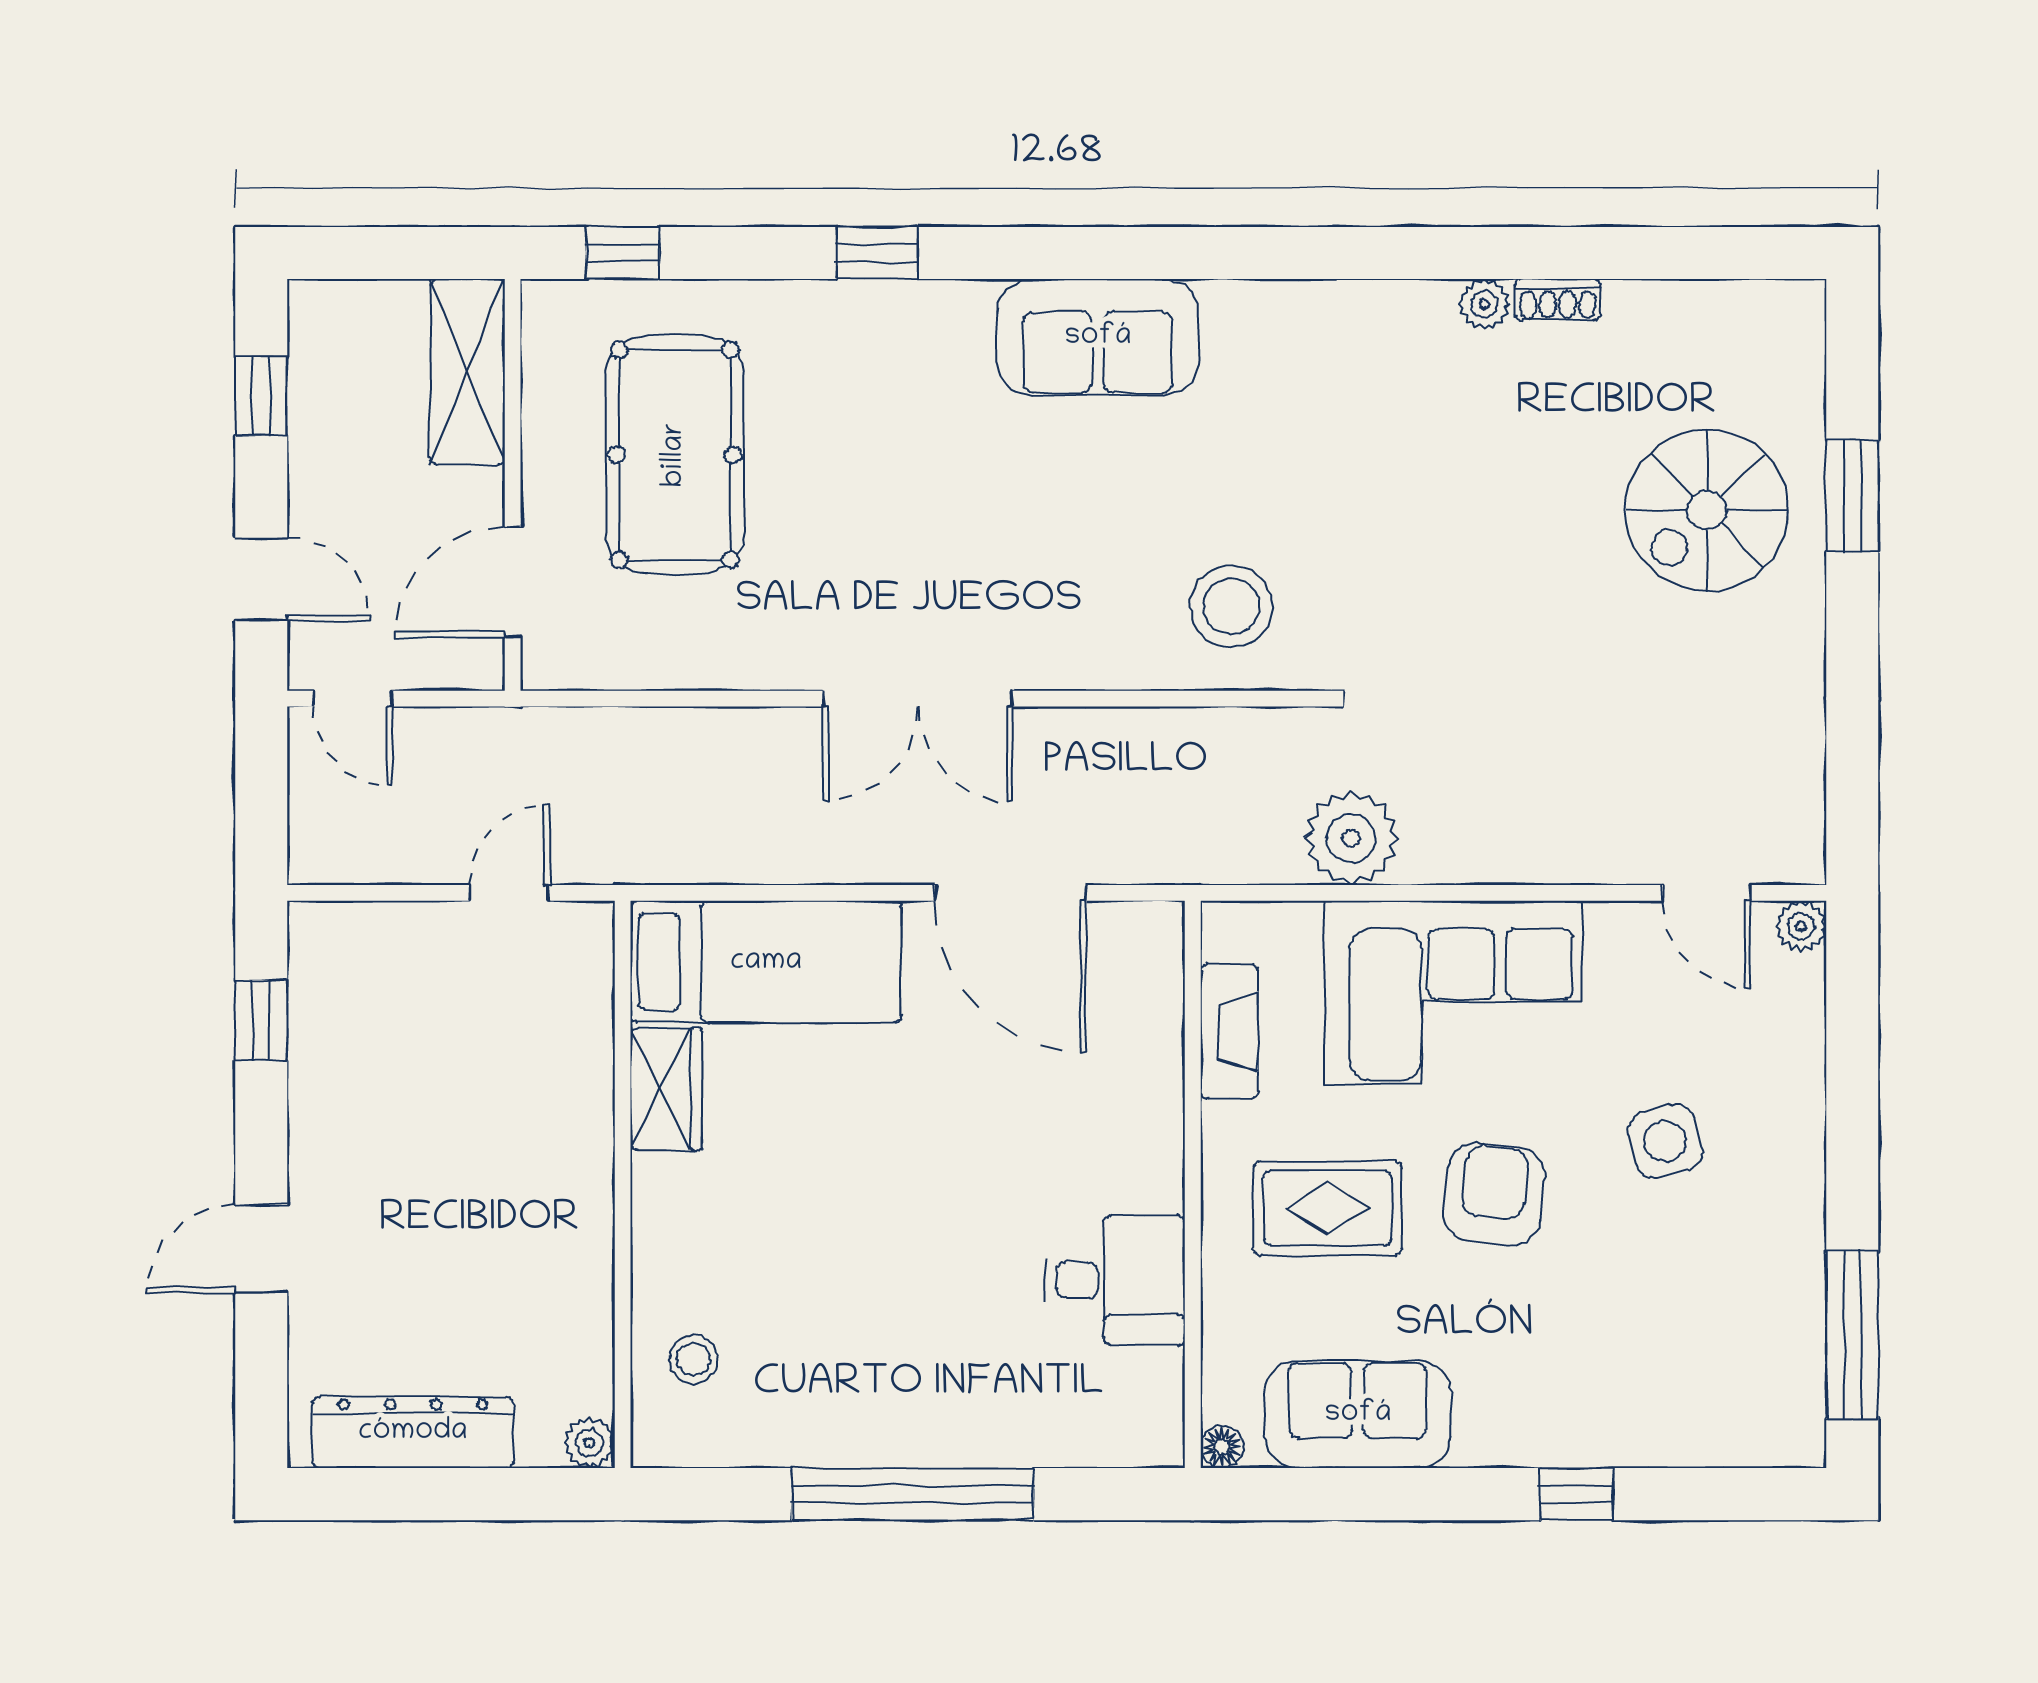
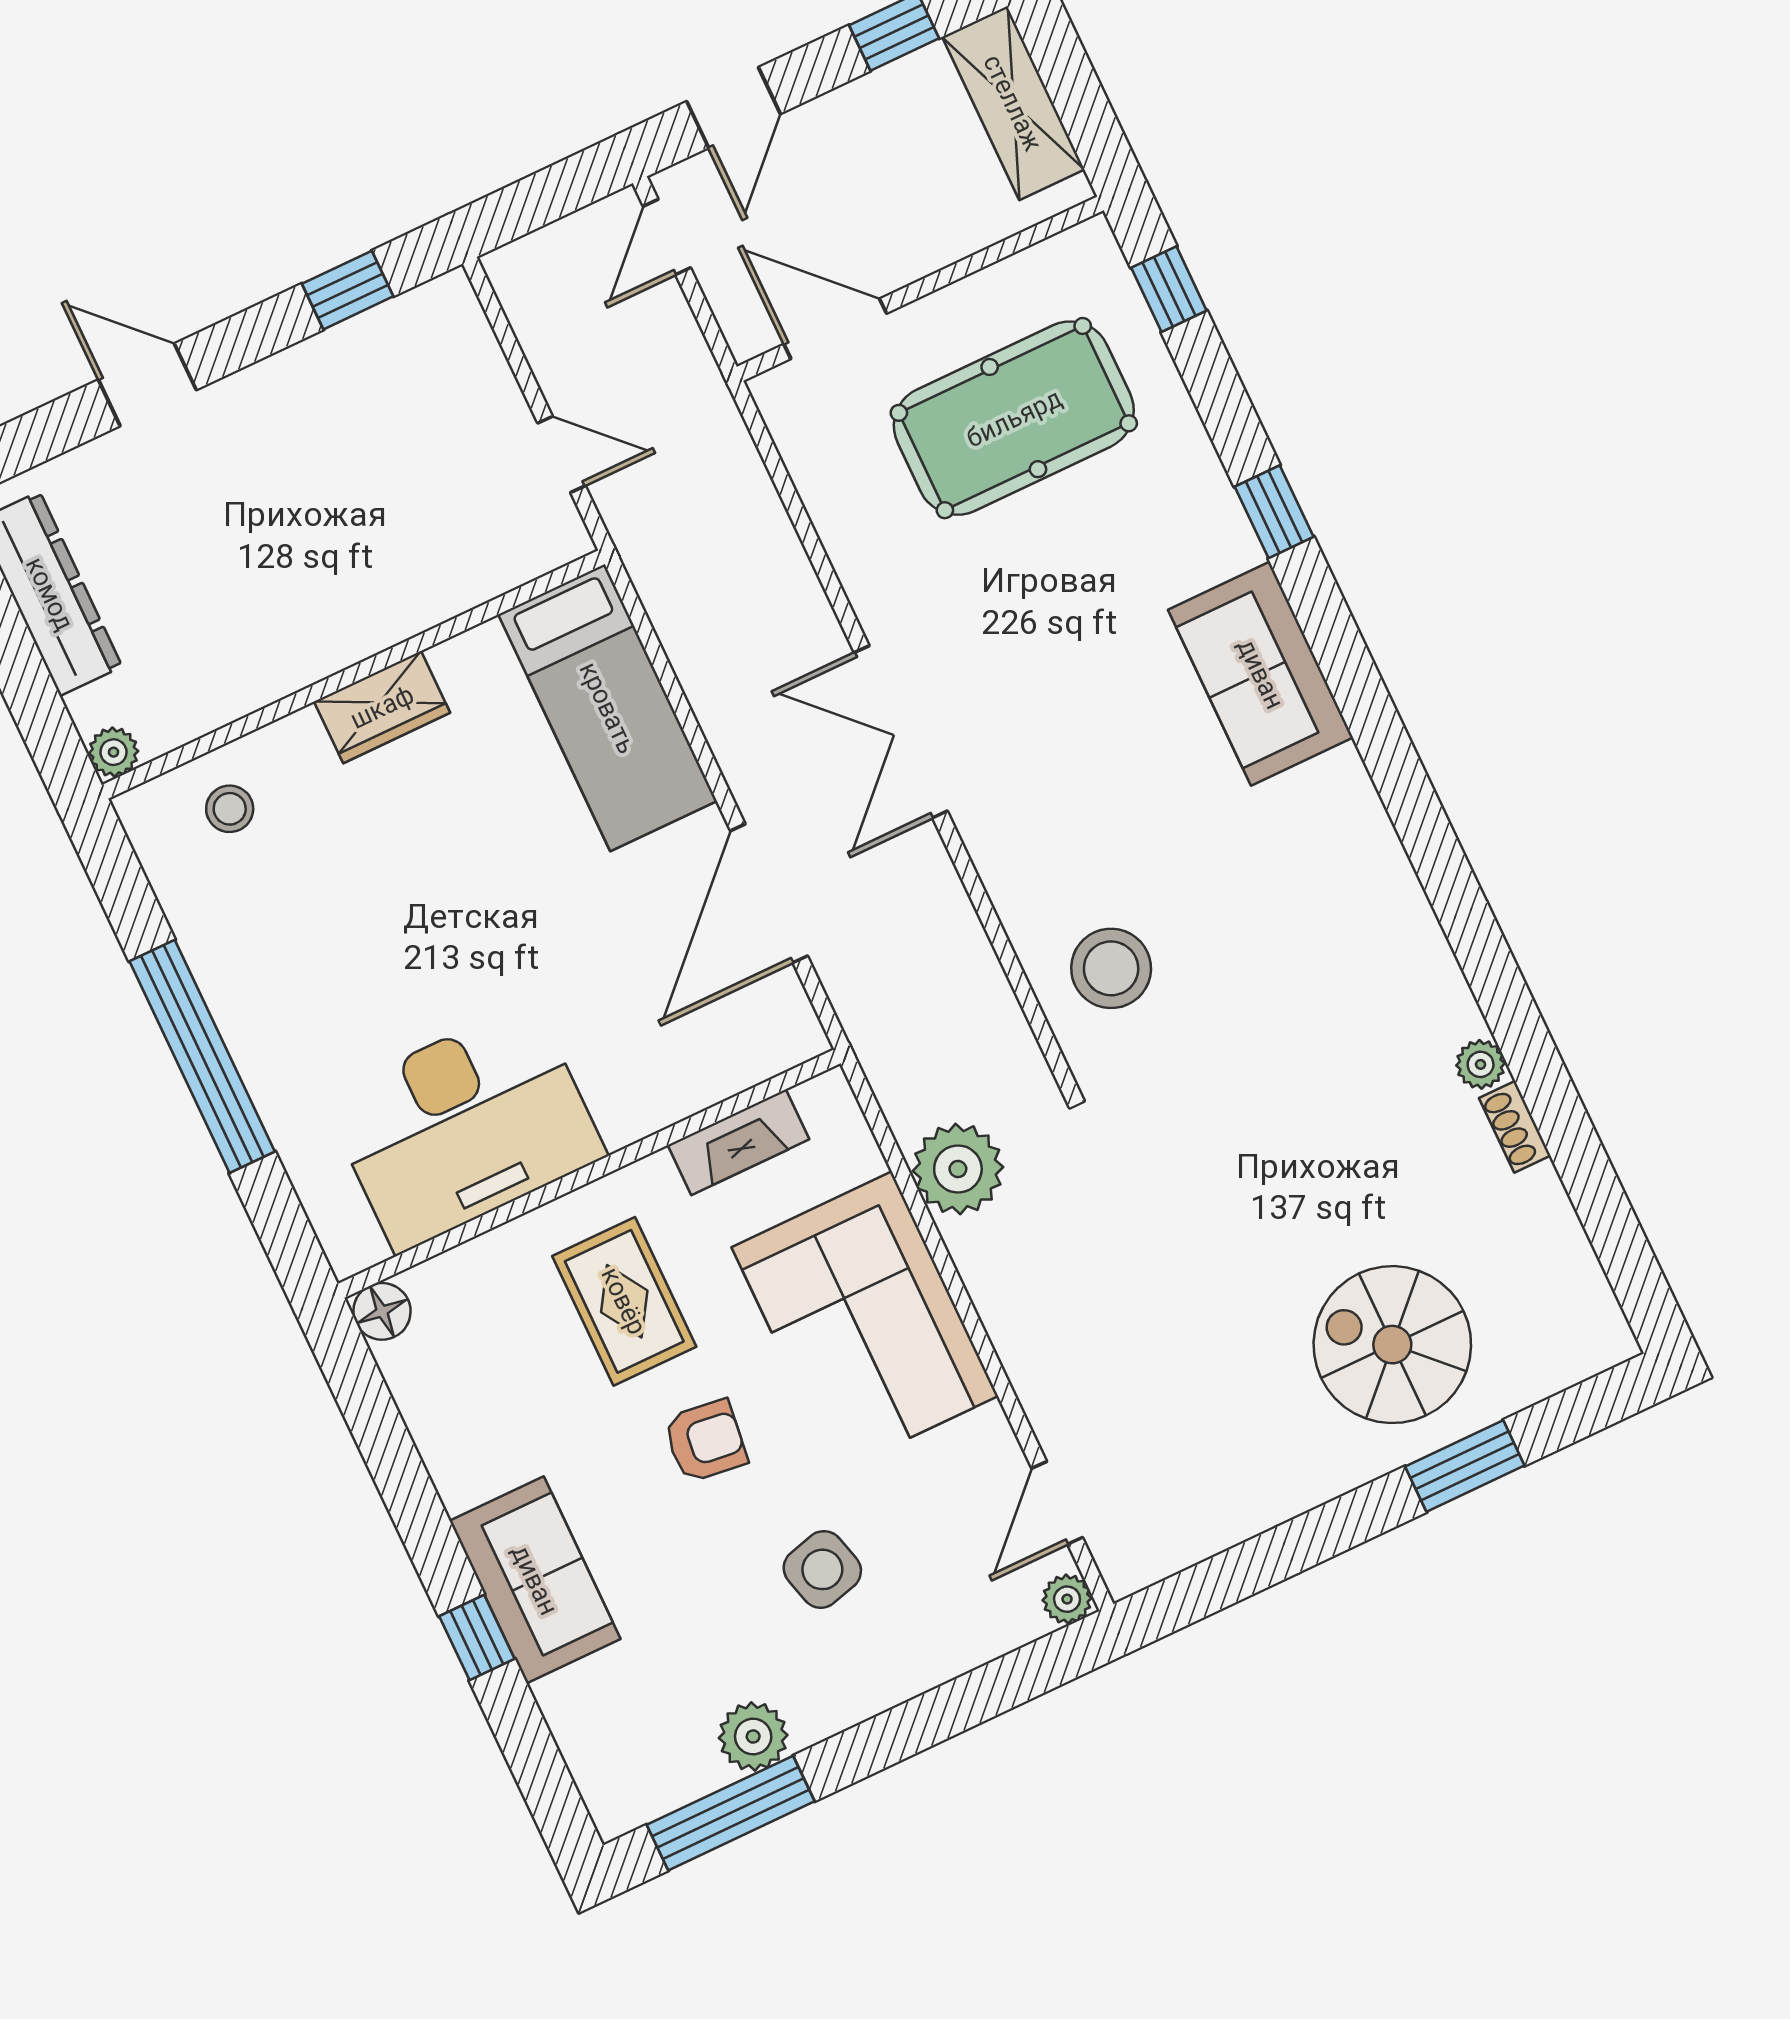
sofa: (1098, 337) -> (1261, 674), moved
shelving: (468, 372) -> (1013, 103), moved, turned 90
wardrobe: (666, 1089) -> (382, 707), moved
armchair: (1494, 1194) -> (705, 1441), width x0.72, depth x0.72
desk: (1115, 1280) -> (465, 1126), width x1.87, depth x1.30
plant: (1791, 1280) -> (753, 1737), added
sofa: (1358, 1414) -> (535, 1580), moved
floor lamp: (1222, 1447) -> (382, 1311), width x1.37, depth x1.37

